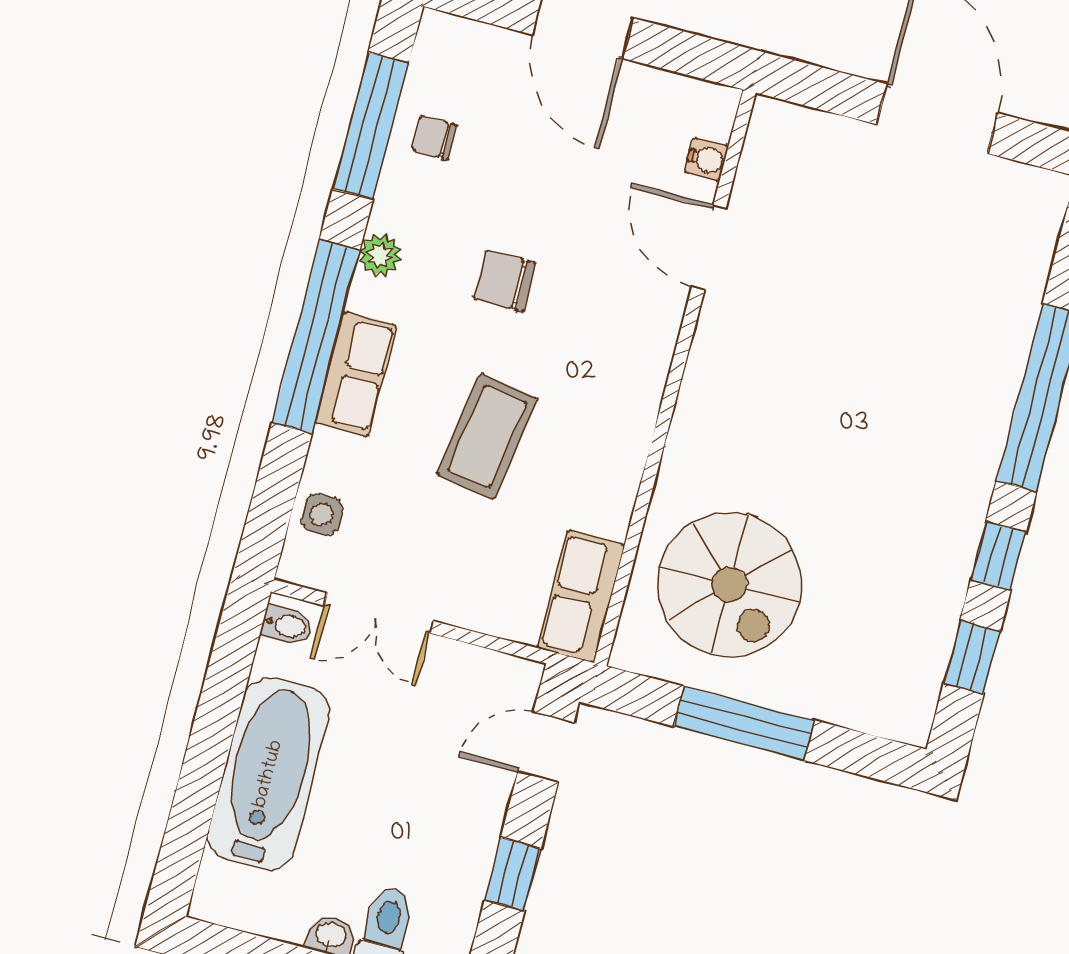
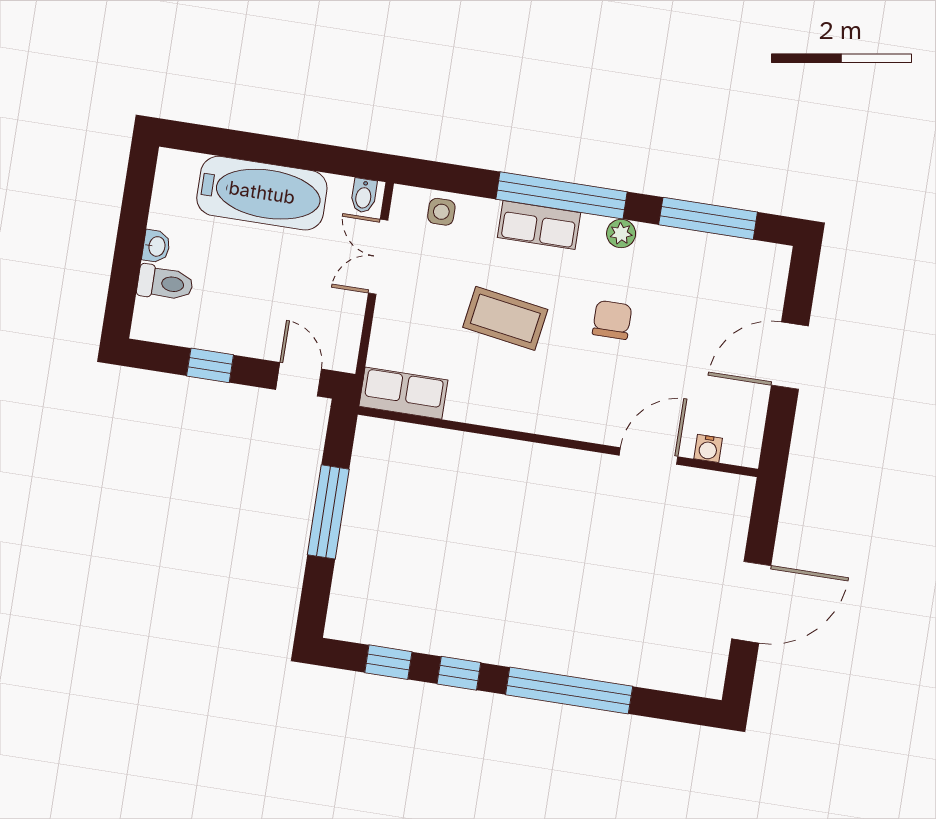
chair: (434, 138) -> (704, 262), removed
spiral stairs: (729, 585) -> (421, 493), removed

